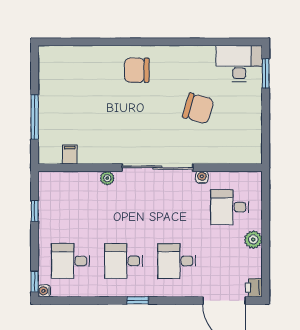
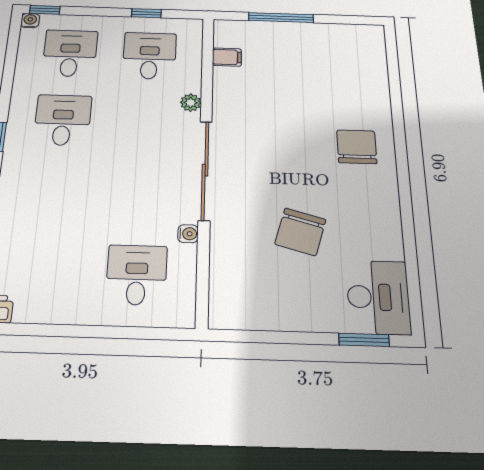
plant: (253, 240) -> (79, 311), removed
desk: (177, 261) -> (149, 56), moved

